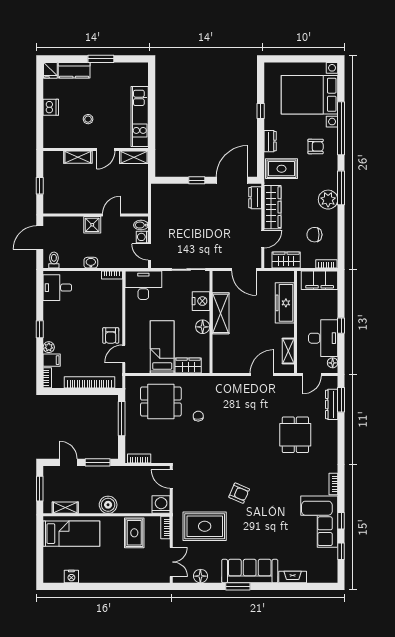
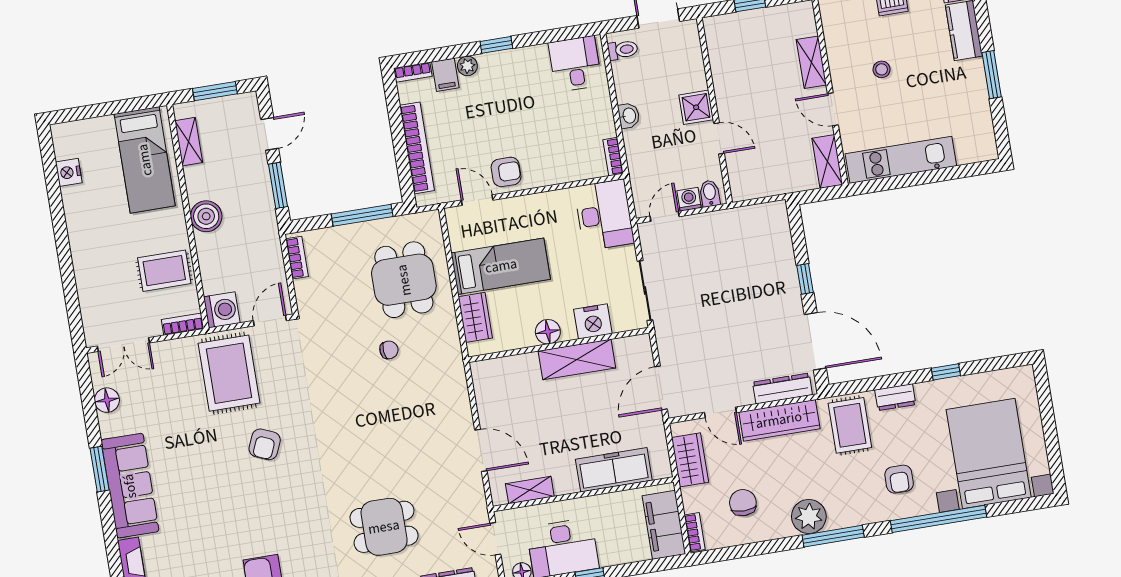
dresser: (255, 198) -> (782, 388), width x1.44
armchair: (111, 335) -> (506, 172), turned 180
rug: (205, 526) -> (229, 373), moved

